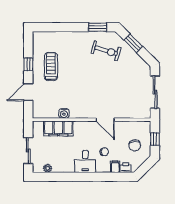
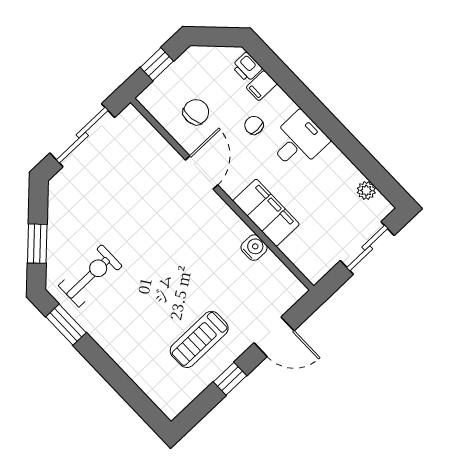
exercise bike: (106, 51) -> (90, 276), turned 74
filing cabinet: (58, 128) -> (266, 213), moved
chair: (135, 145) -> (196, 112), moved

